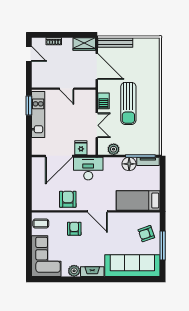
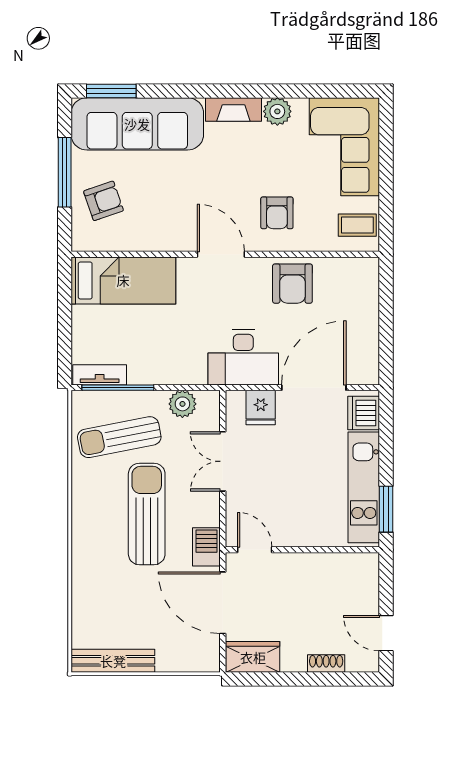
bench: (115, 42) -> (113, 661), moved
door: (67, 89) -> (255, 550), moved
barbecue: (104, 101) -> (206, 547), moved
sun lounger: (140, 135) -> (119, 437), added
dishwasher: (38, 145) -> (364, 413), added
floor lamp: (129, 164) -> (145, 368), removed
window: (143, 279) -> (111, 91), added

